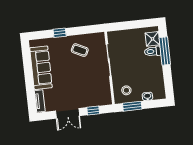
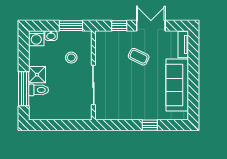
shower: (153, 39) -> (37, 75), moved
coffee table: (80, 50) -> (139, 57), moved
stool: (126, 90) -> (71, 58), moved
washing machine: (159, 93) -> (36, 38), added

